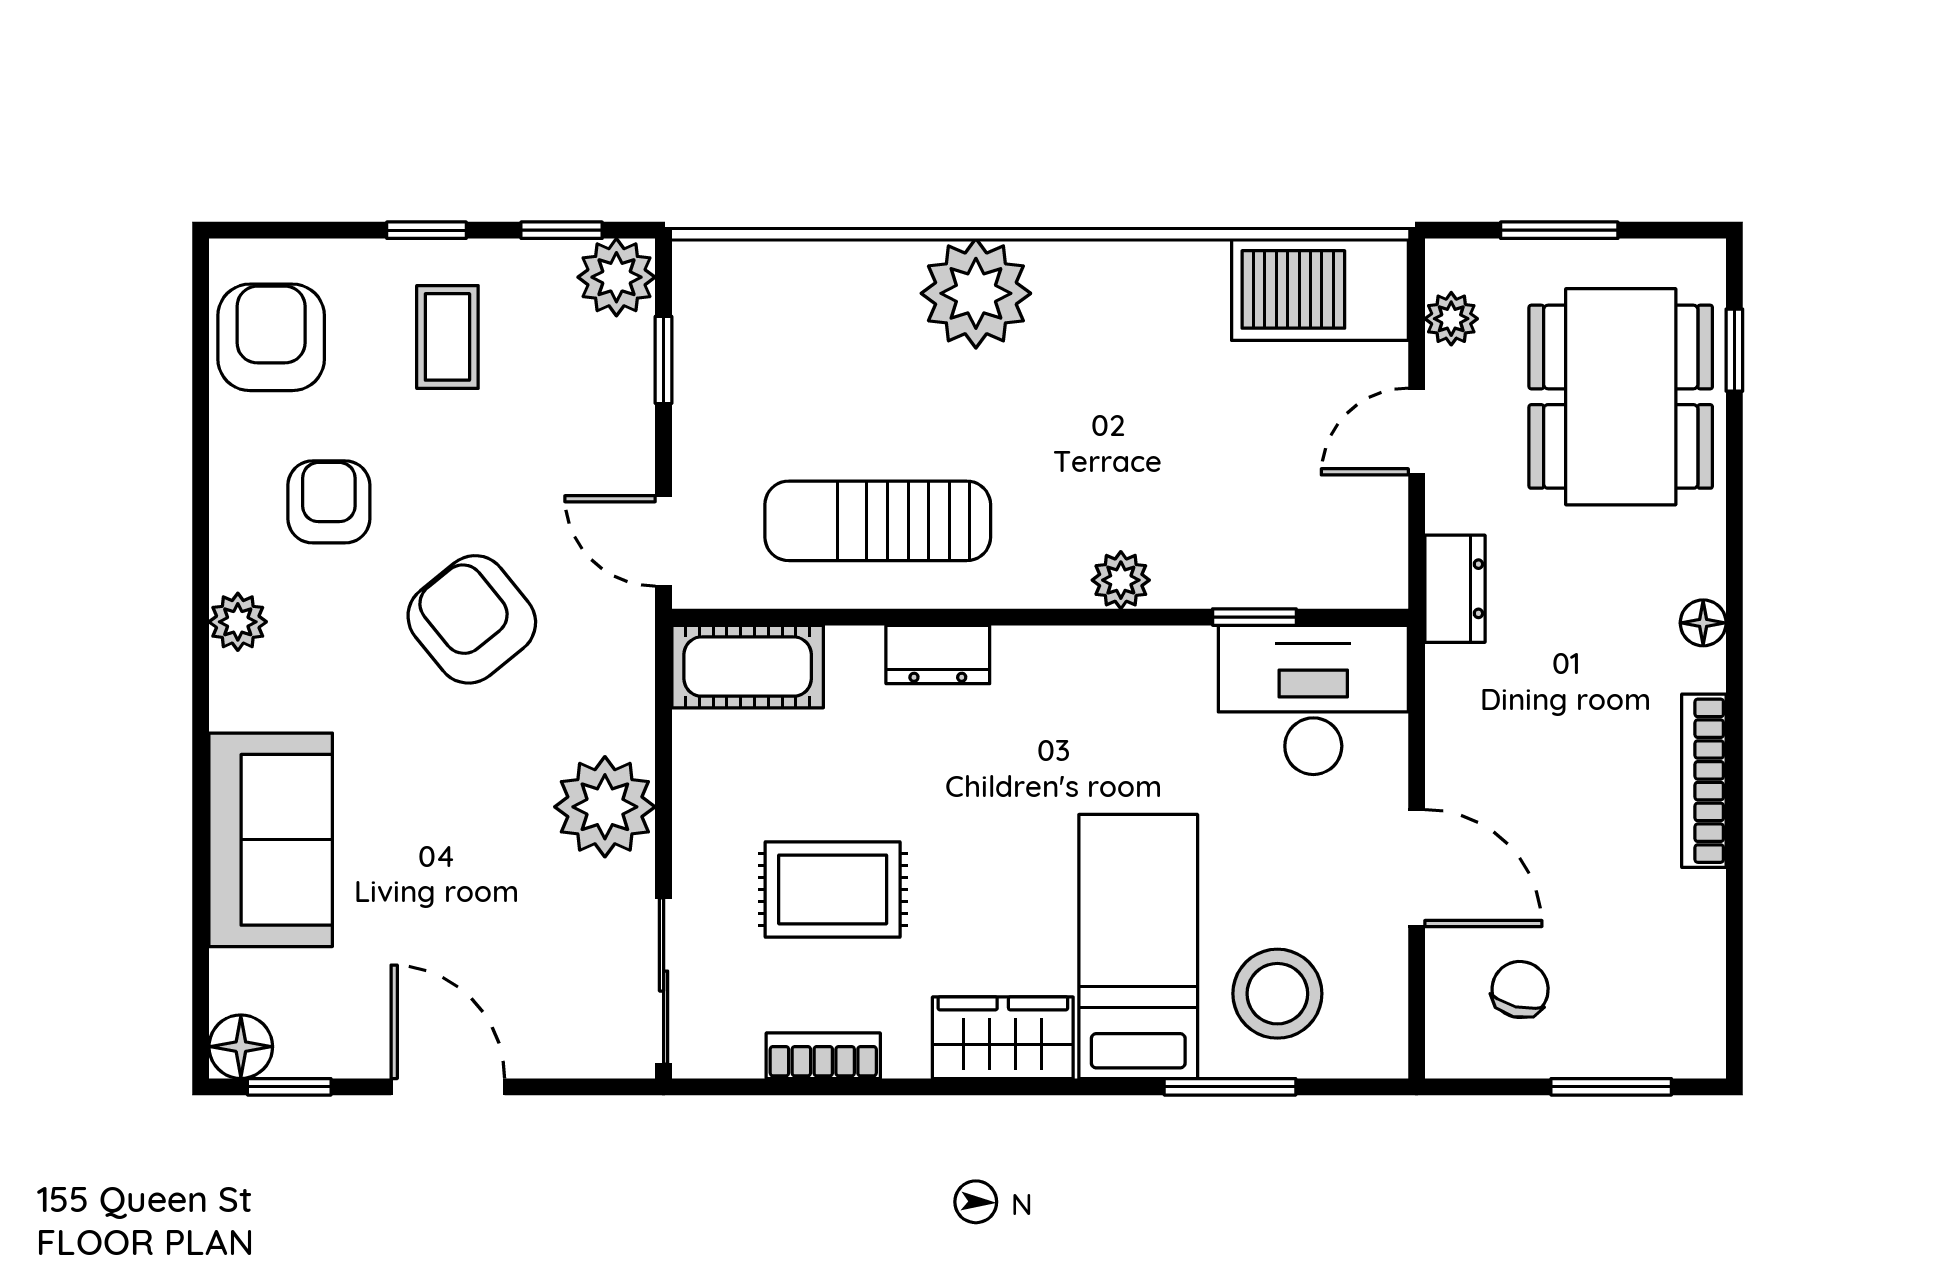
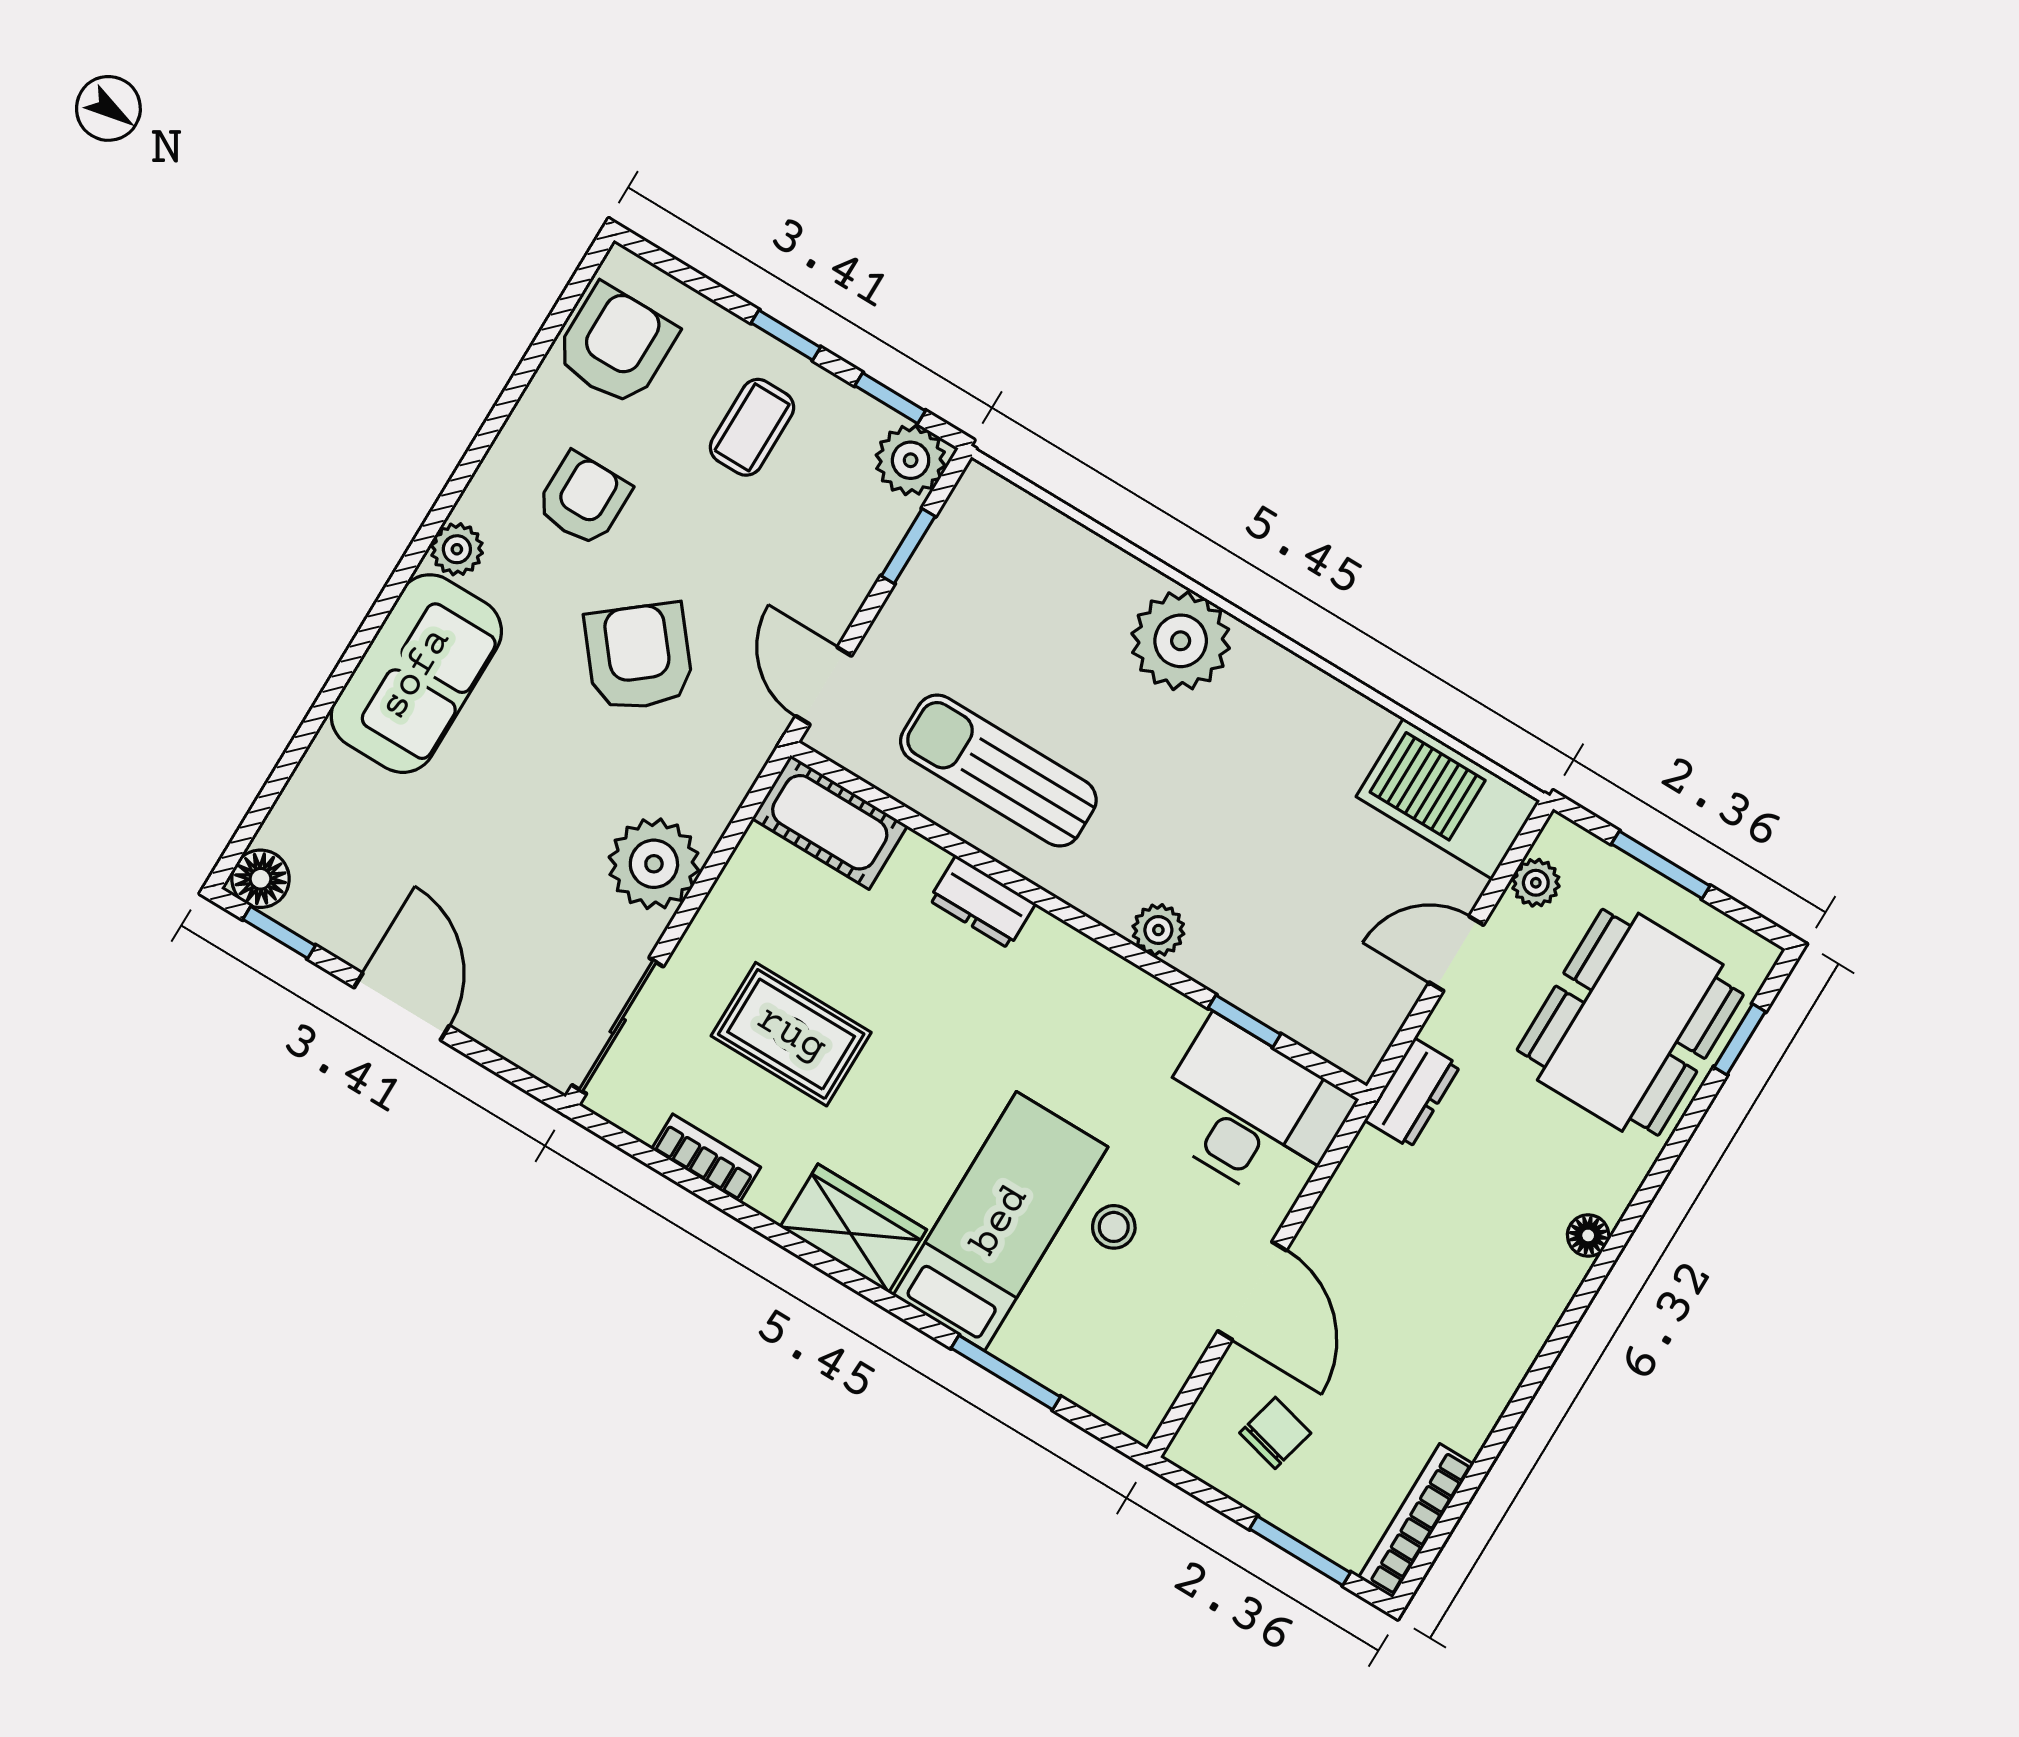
bookcase: (1704, 781) -> (1416, 1521), moved
sofa: (271, 840) -> (416, 674), moved
stool: (1277, 994) -> (1114, 1227), moved, width x0.53, depth x0.53

